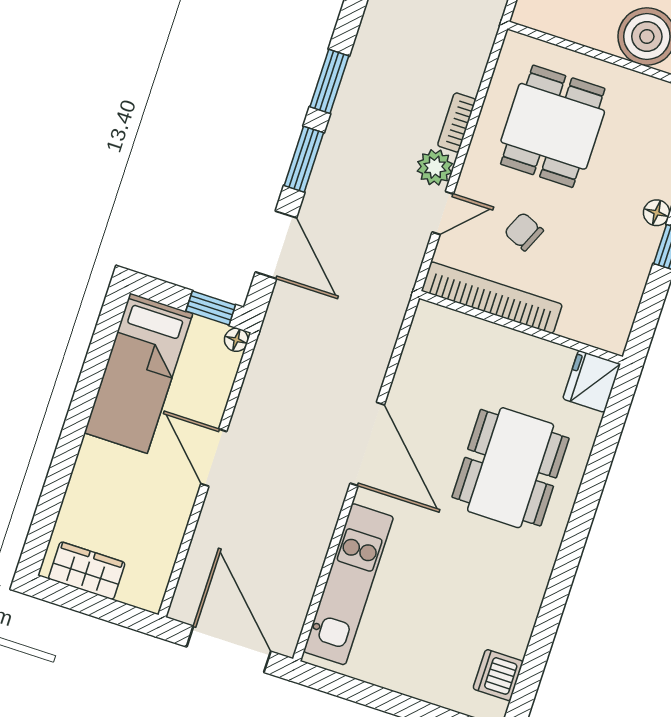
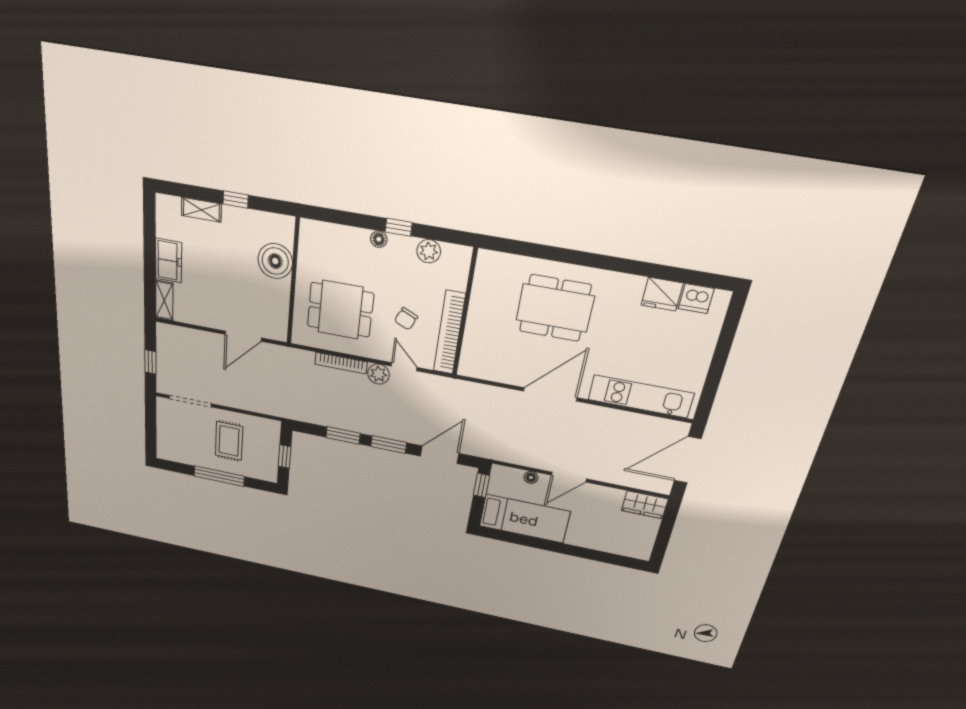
bookcase: (457, 123) -> (341, 363), width x1.56
plant: (627, 287) -> (429, 251), added
floor lamp: (236, 340) -> (531, 477), moved
fridge: (592, 381) -> (662, 294), moved
wardrobe: (87, 571) -> (645, 505), moved, turned -90

